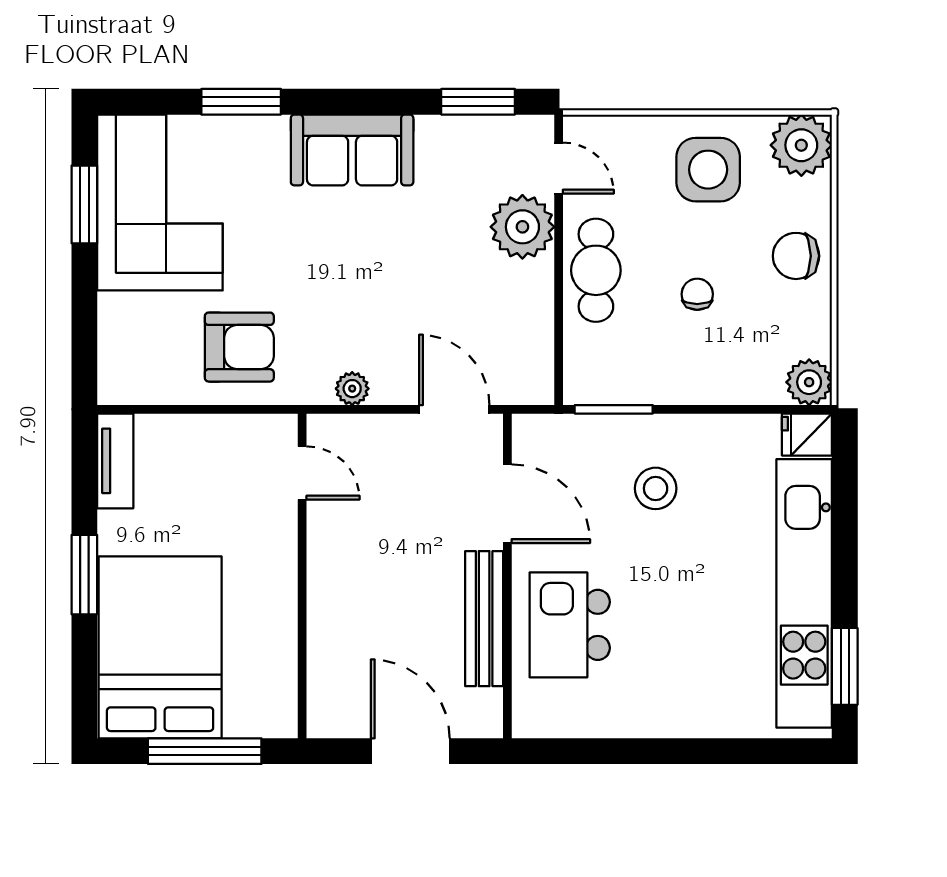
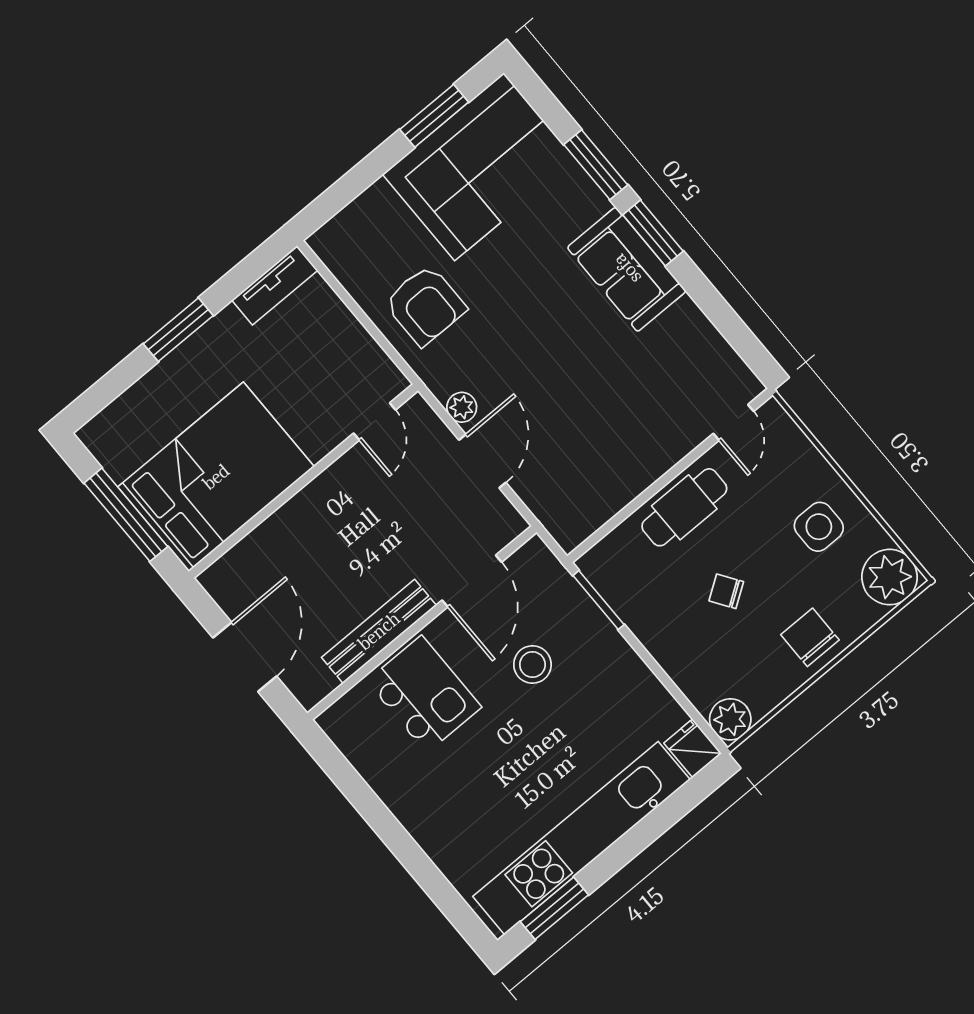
window: (478, 102) -> (653, 233), moved
side table: (708, 170) -> (819, 527), width x0.73, depth x0.73
plant: (522, 227) -> (672, 431), removed
chair: (697, 294) -> (726, 591), turned -124
door: (454, 409) -> (482, 461), moved
stool: (656, 488) -> (532, 665), moved
kitchen island: (570, 625) -> (424, 694), turned 90
bed: (160, 647) -> (216, 477), moved

